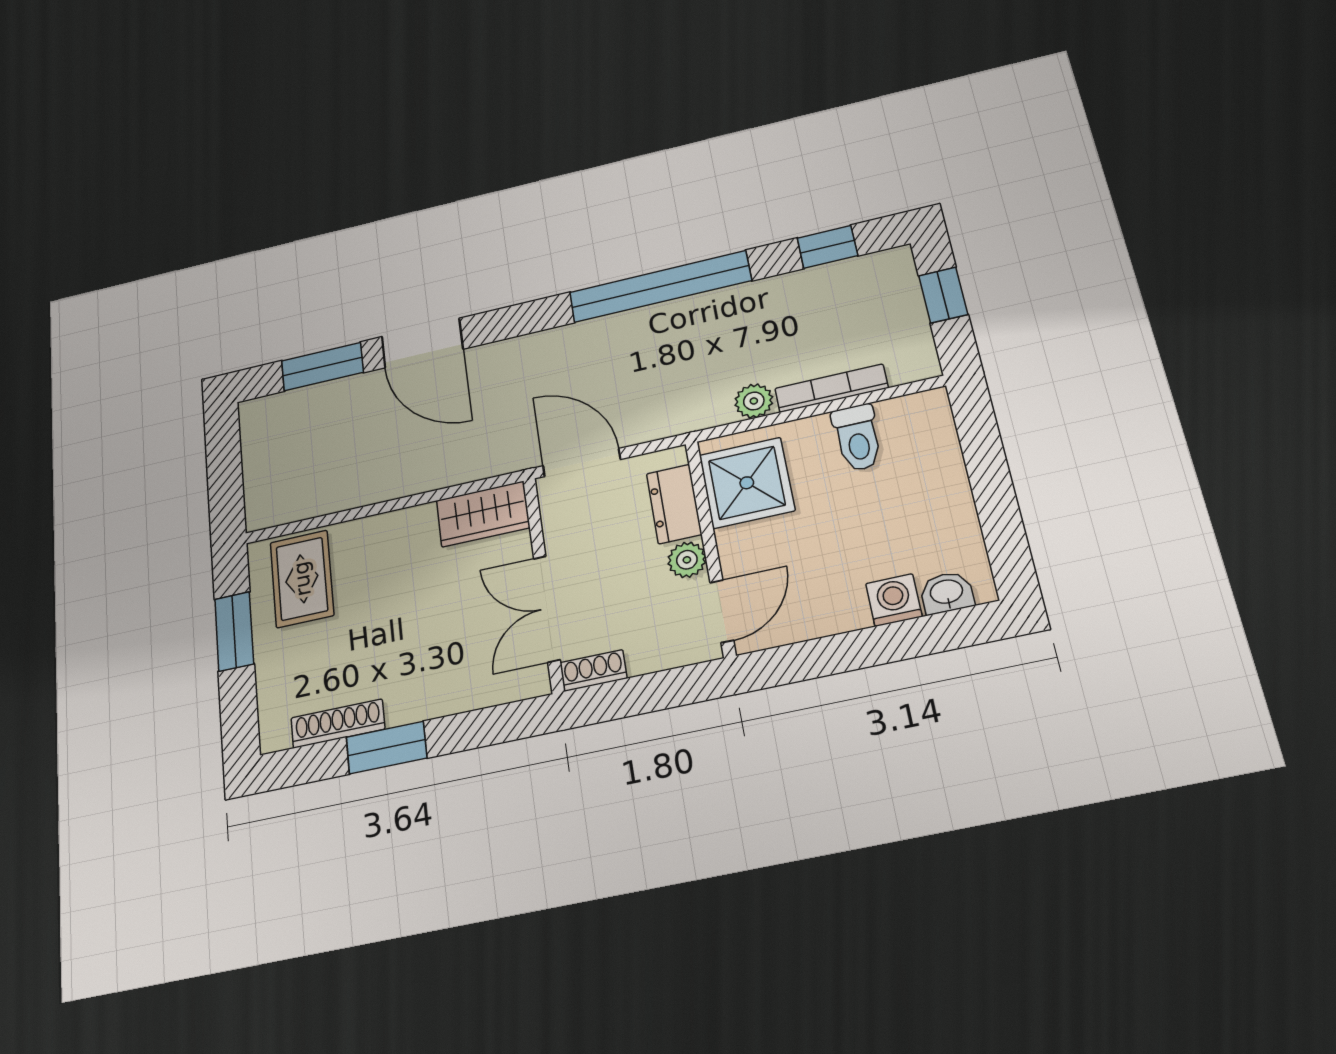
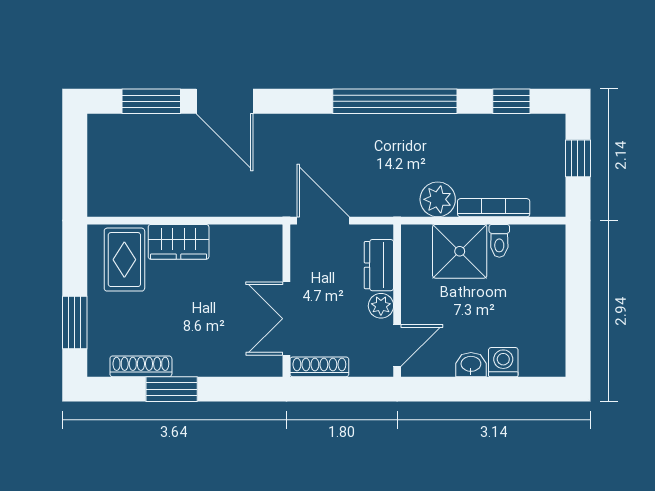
plant: (754, 401) -> (438, 199), width x1.38, depth x1.38
toilet: (857, 438) -> (499, 241), width x0.73, depth x0.72
shower: (747, 483) -> (460, 251), moved
wardrobe: (483, 514) -> (179, 242), moved
washbasin: (947, 593) -> (471, 365), moved
window: (234, 631) -> (75, 323), moved
shoe rack: (593, 671) -> (319, 367), width x1.43

